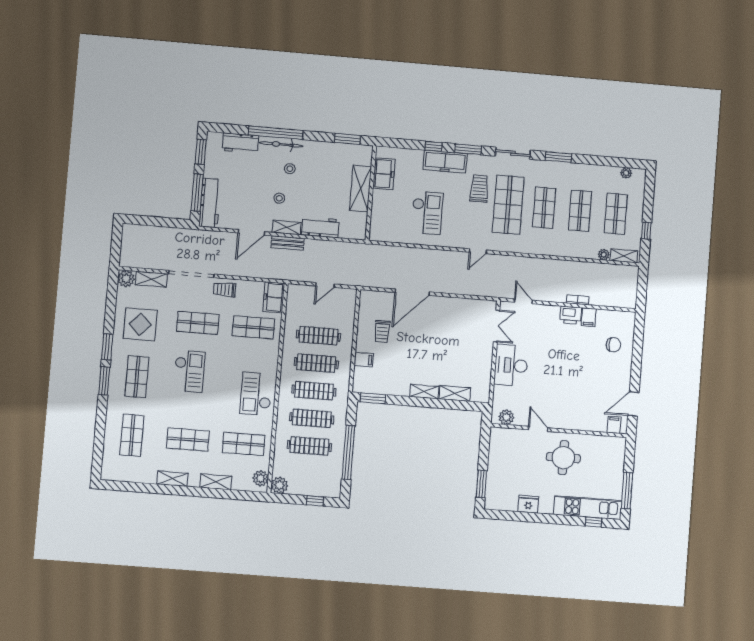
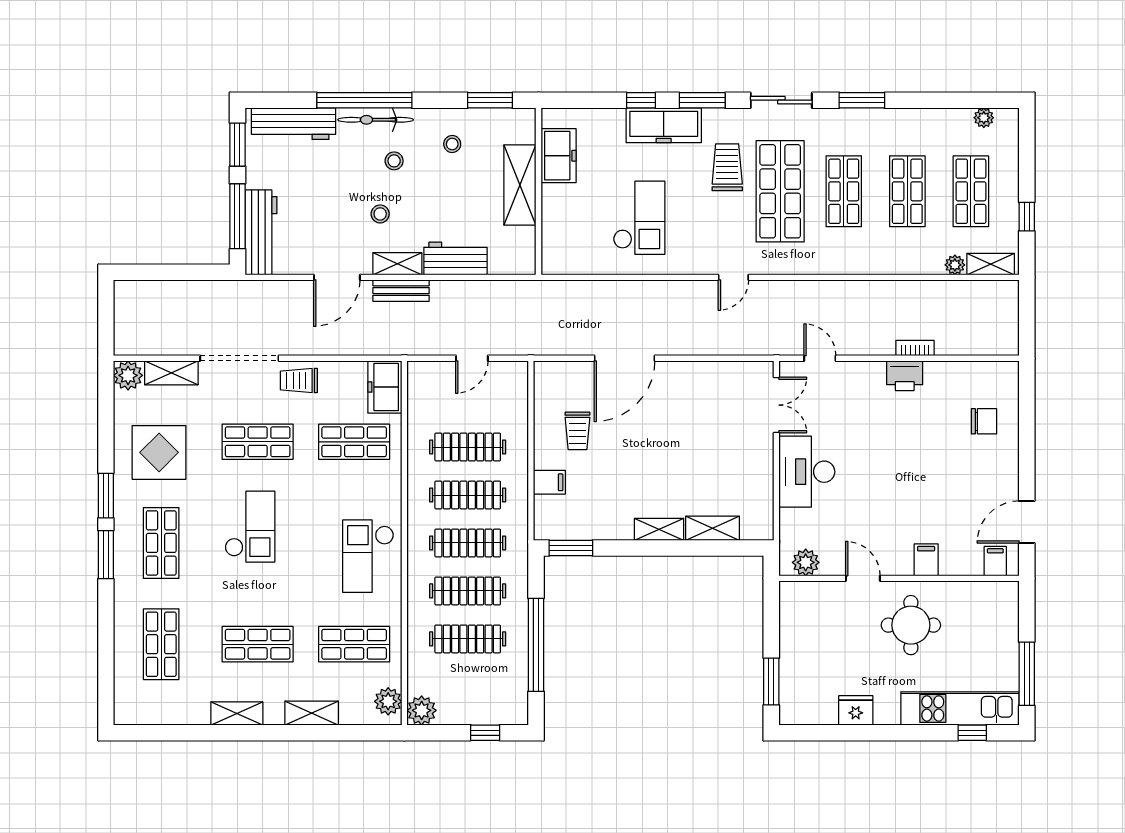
workbench: (240, 143) -> (294, 124), width x1.38
stool: (324, 162) -> (452, 144), added
filing cabinet: (589, 317) -> (926, 560), moved, turned 180

